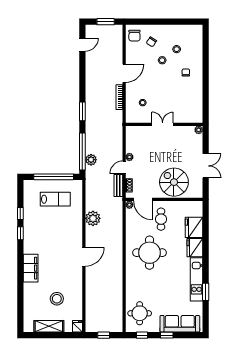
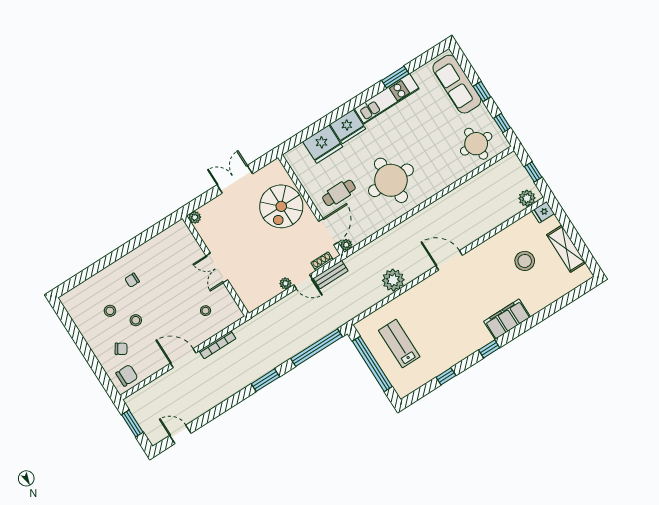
plant: (91, 160) -> (527, 198), moved
window: (20, 233) -> (489, 349), moved

